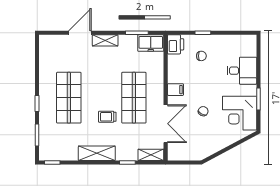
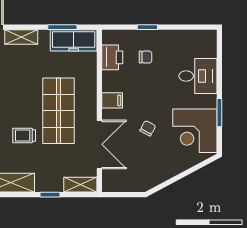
freezer: (151, 43) -> (74, 40), width x1.40
printer: (176, 44) -> (112, 57), moved

